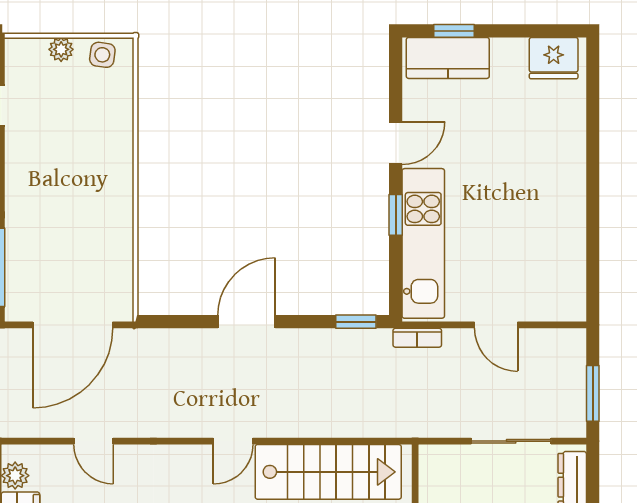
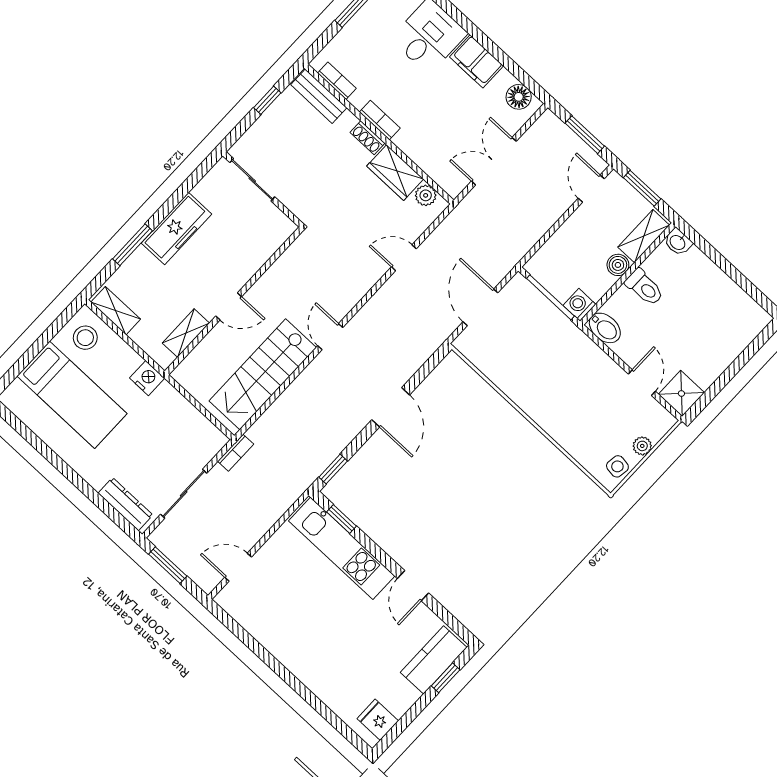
fridge: (554, 58) -> (378, 720), width x0.72
window: (396, 215) -> (342, 519), moved
door: (73, 325) -> (480, 307), width x0.73
door: (496, 325) -> (238, 567), moved
bookcase: (417, 338) -> (236, 453), moved, turned 180

